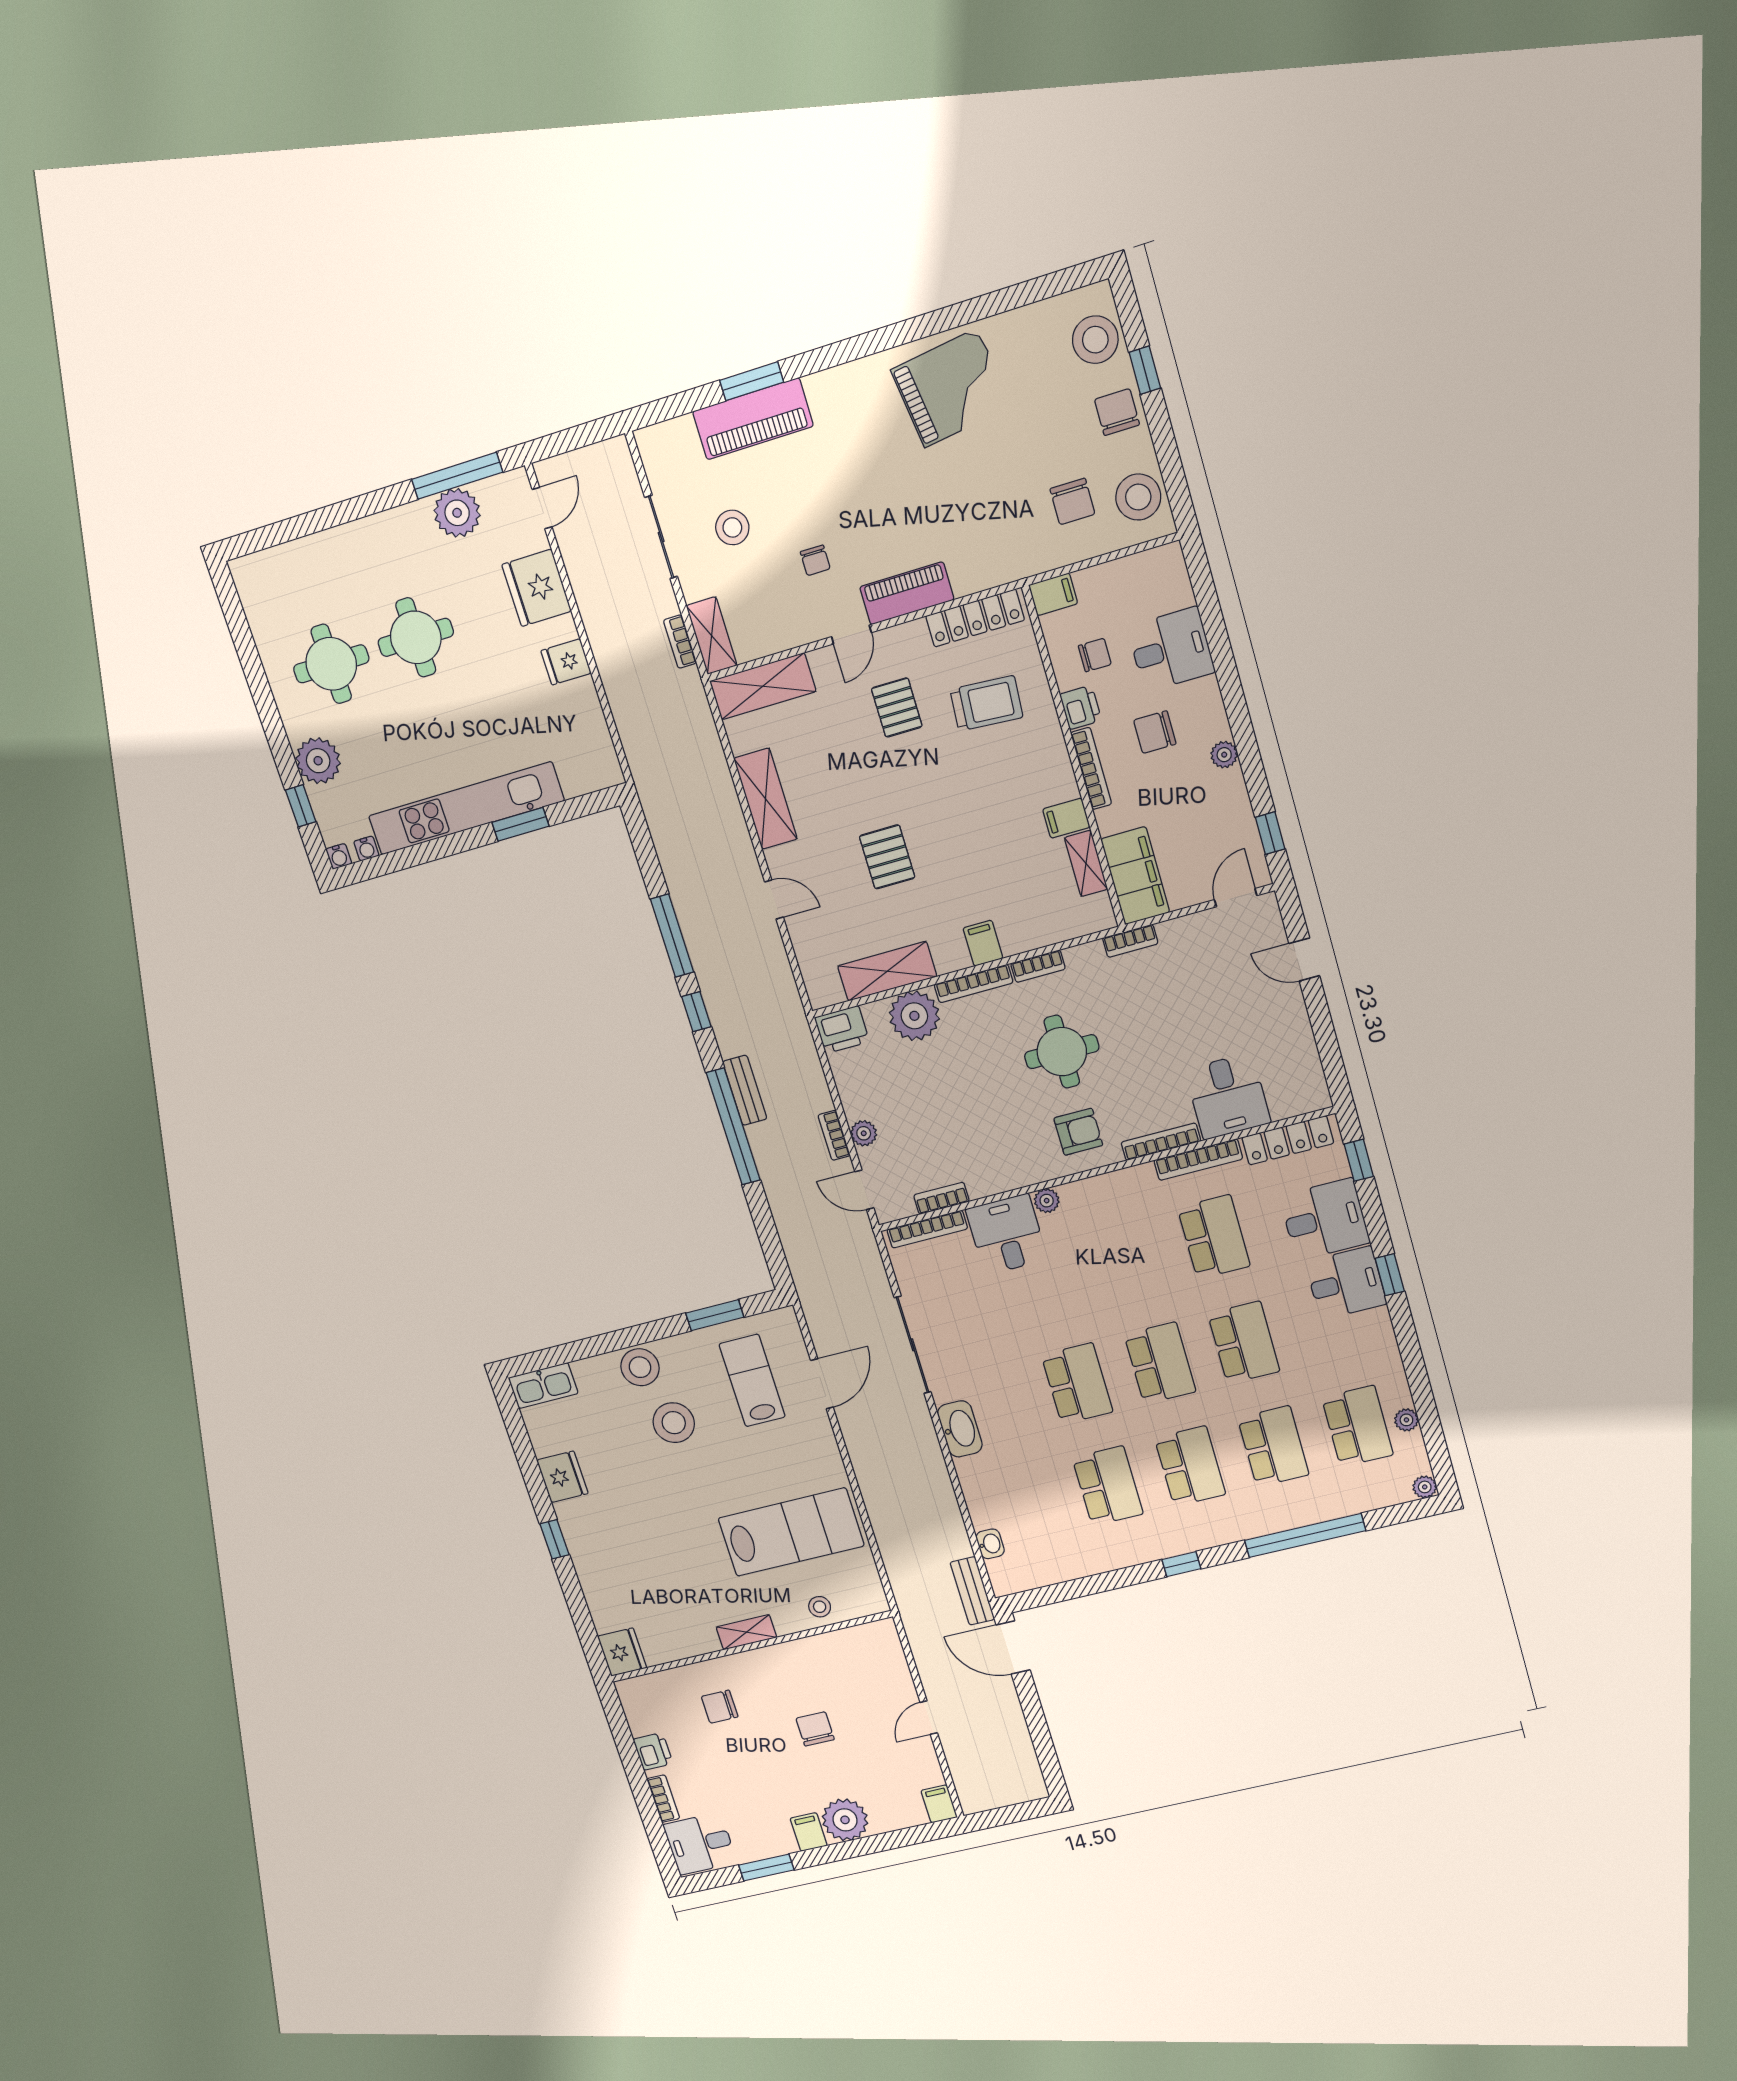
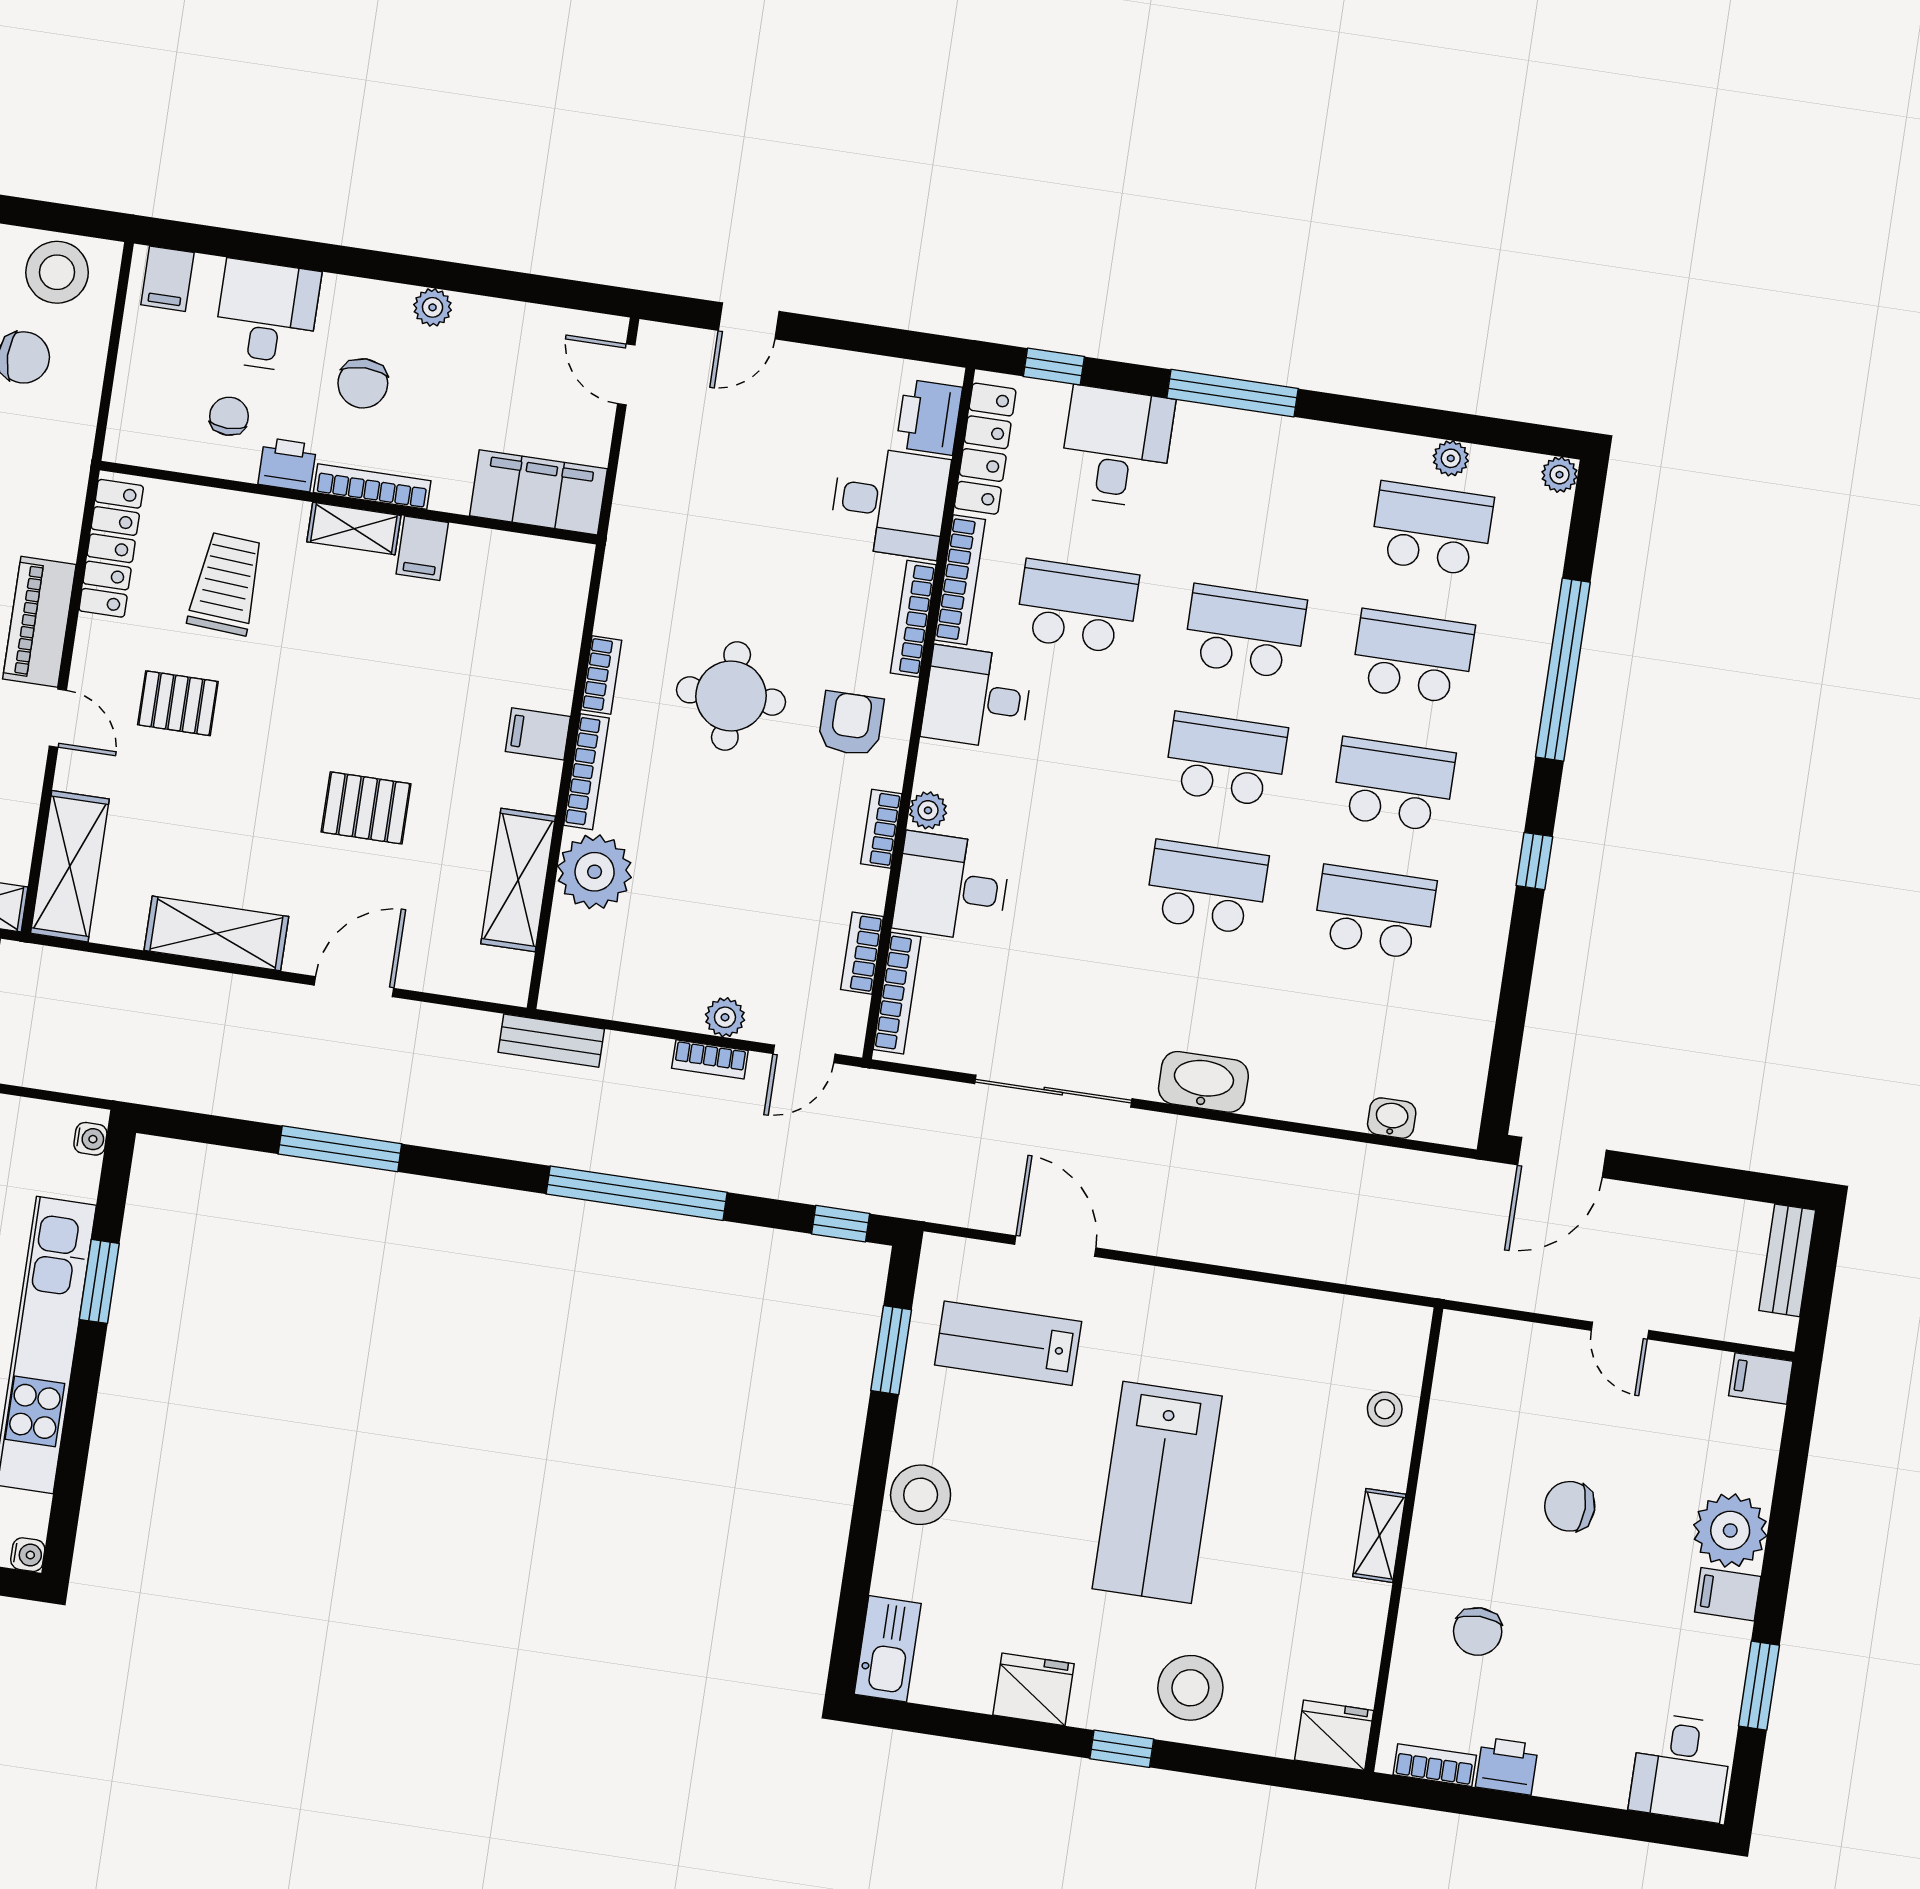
filing cabinet: (1053, 594) -> (167, 279), moved, turned 180
window: (1270, 833) -> (561, 293), removed
water cooler: (366, 849) -> (90, 1139), moved
shelving: (1086, 863) -> (354, 529), moved
door: (774, 900) -> (354, 987), width x1.38
bookcase: (1130, 941) -> (881, 829), moved, turned 180
window: (696, 1012) -> (841, 1224), moved
printer: (842, 1030) -> (929, 417), moved, turned 180
bench: (745, 1090) -> (551, 1041), moved
window: (1390, 1275) -> (1232, 393), width x2.17
desk: (1346, 1283) -> (977, 698), moved, turned -90
stool: (674, 1423) -> (1190, 1688), moved
lab bench: (791, 1532) -> (1157, 1492), moved, turned 180
bench: (972, 1591) -> (1787, 1260), moved, turned 90
bookcase: (663, 1799) -> (1435, 1765), moved

